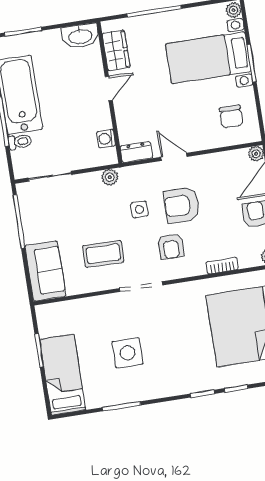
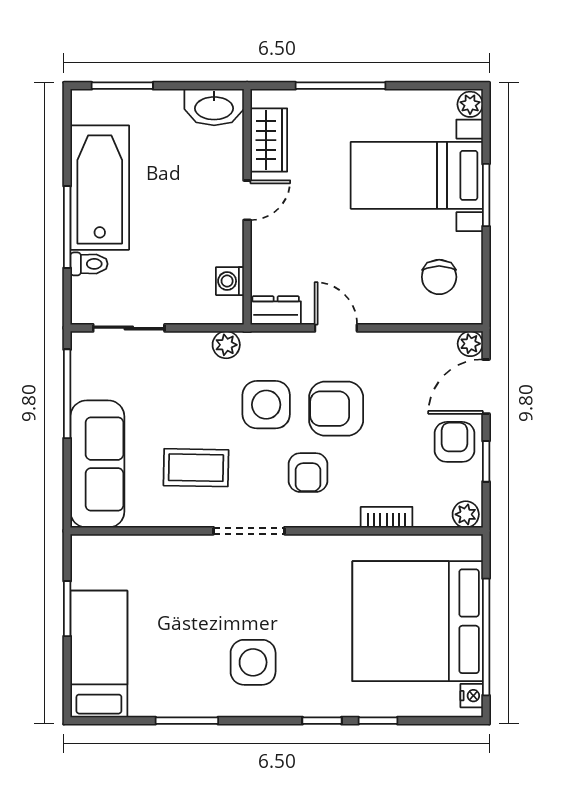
side table: (139, 209) -> (266, 405), width x1.87, depth x1.87
sofa: (45, 271) -> (97, 464), width x1.36
side table: (127, 353) -> (253, 662), moved

